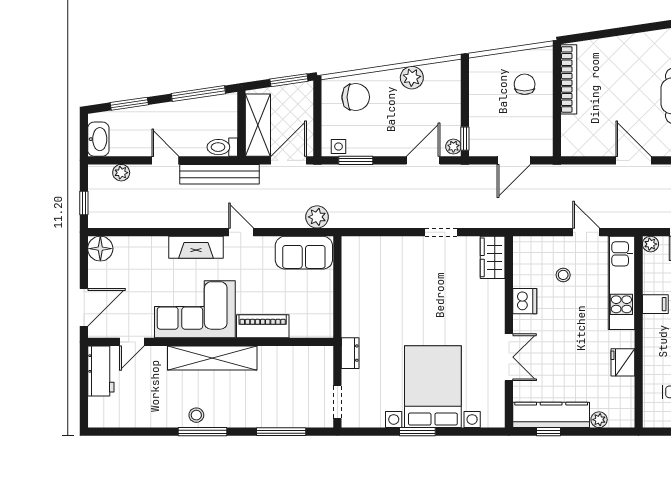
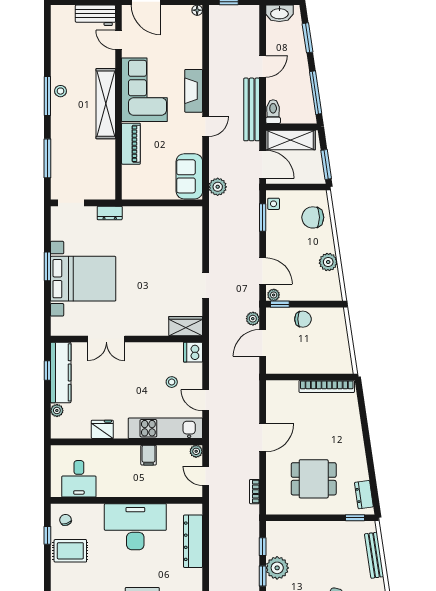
chair: (525, 84) -> (303, 319), moved
chair: (356, 97) -> (313, 217), turned 90
door: (514, 160) -> (263, 343), hinge flipped
plant: (121, 173) -> (253, 319), moved
door: (586, 232) -> (206, 400), swing flipped
floor lamp: (100, 249) -> (197, 10), width x0.53, depth x0.53
dishwasher: (525, 301) -> (193, 352), moved, turned 90

